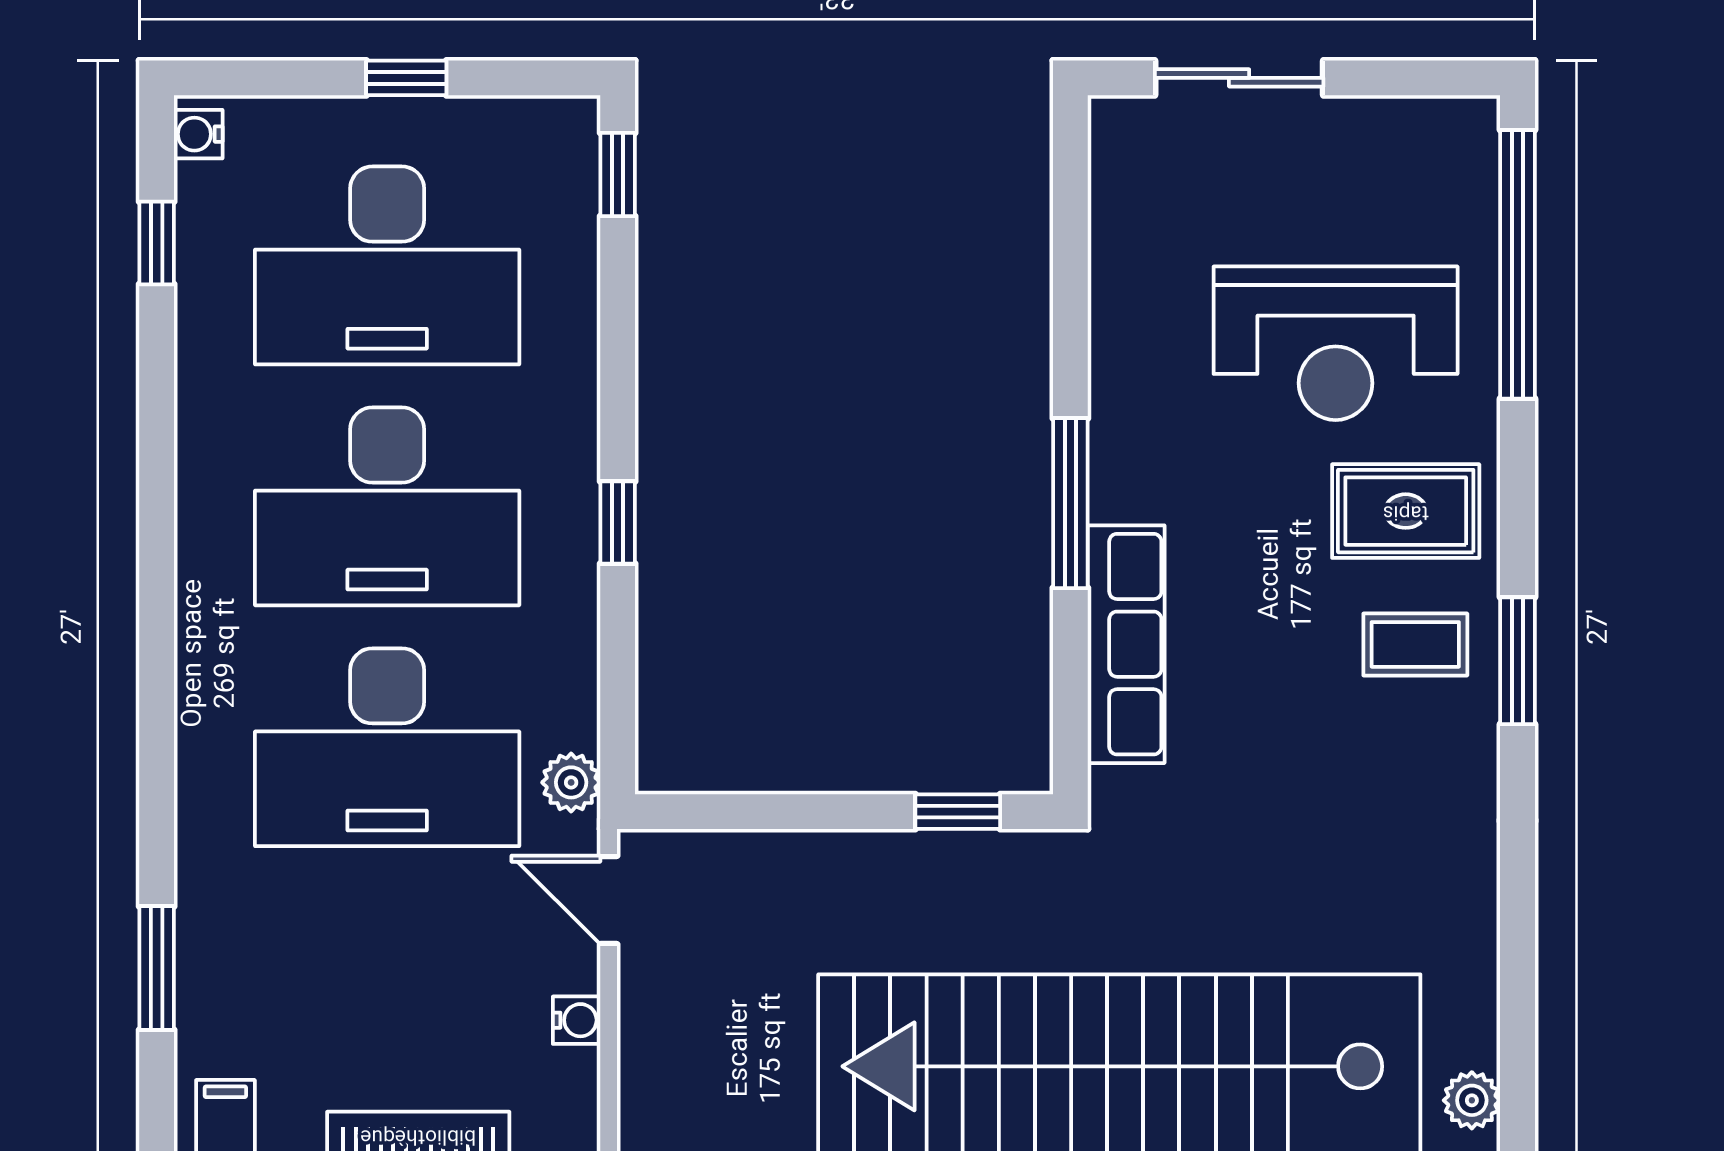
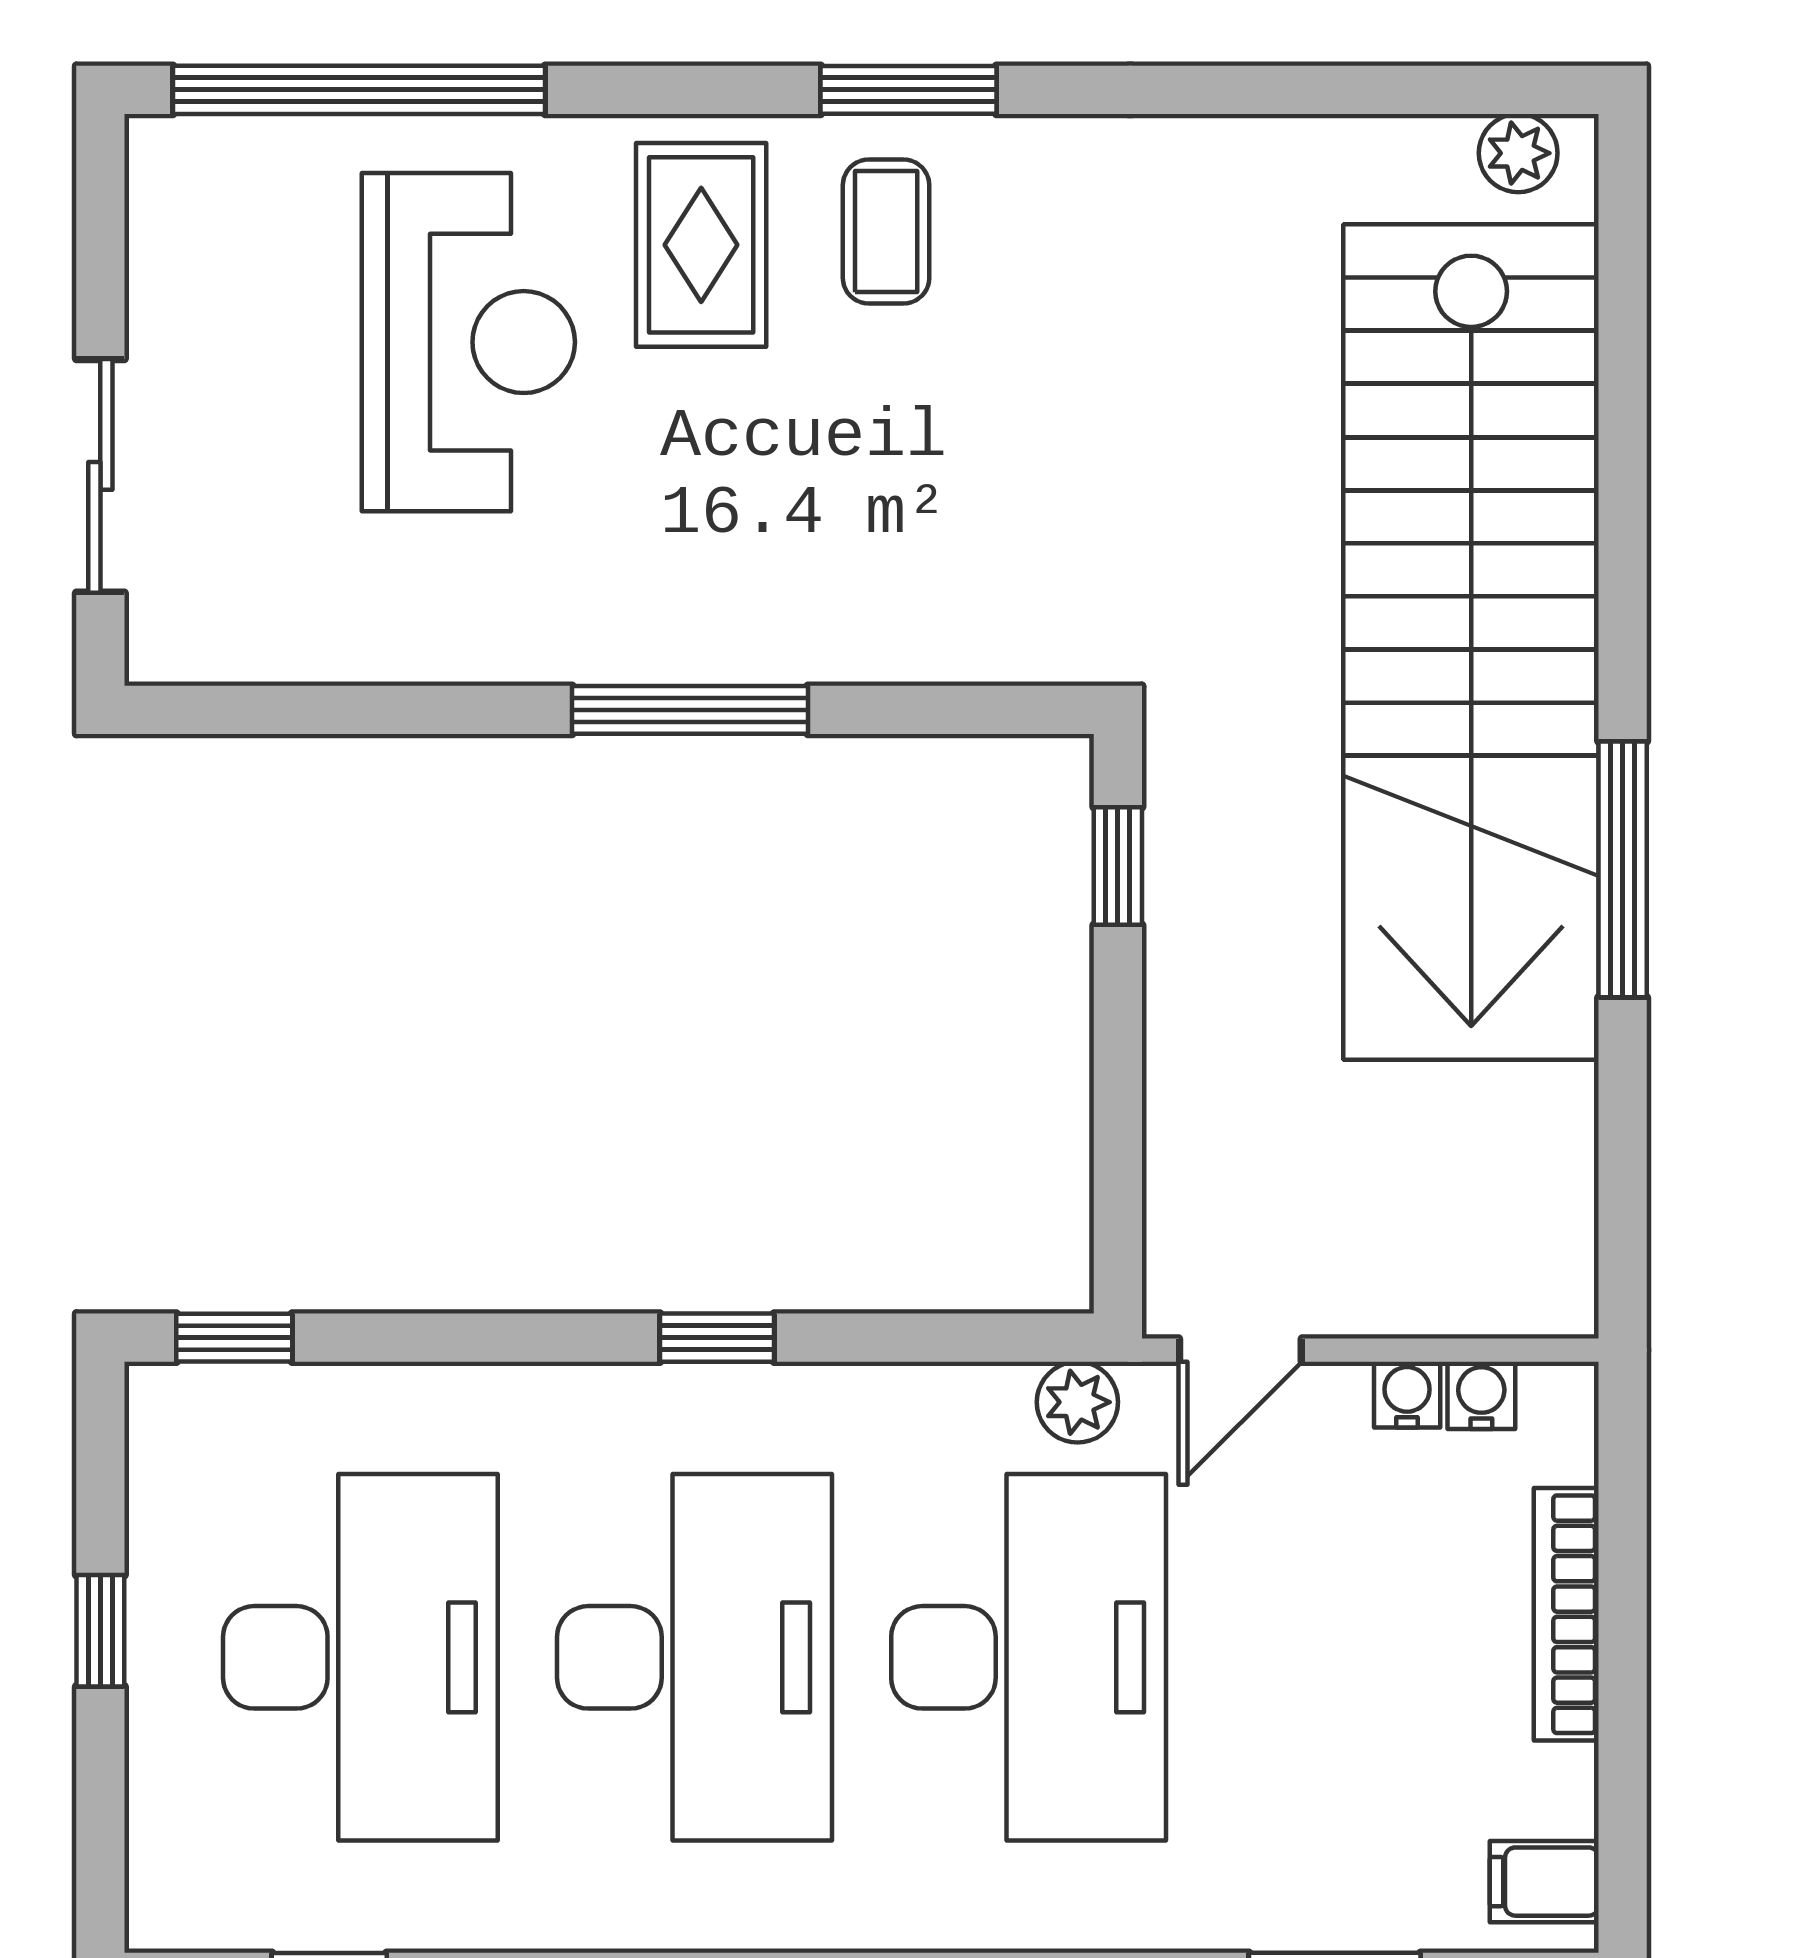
water cooler: (198, 134) -> (1481, 1395), moved, turned 180
row of seats: (1126, 644) -> (886, 633), removed

